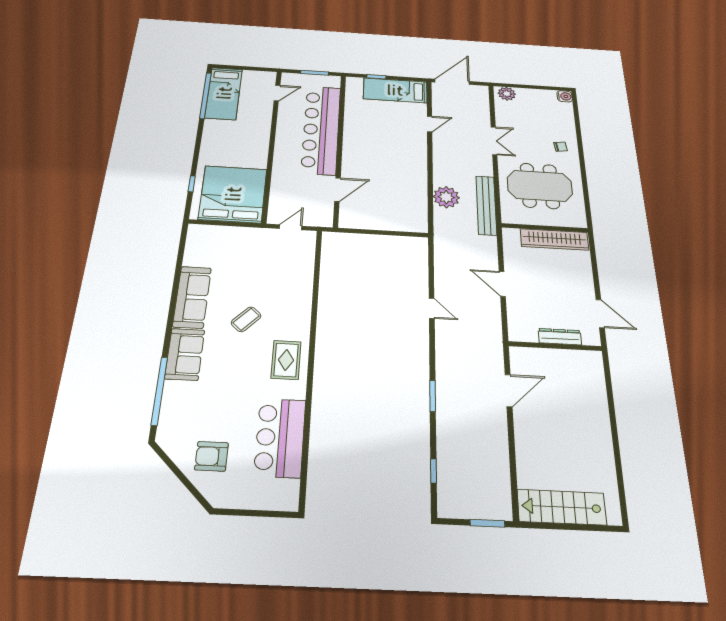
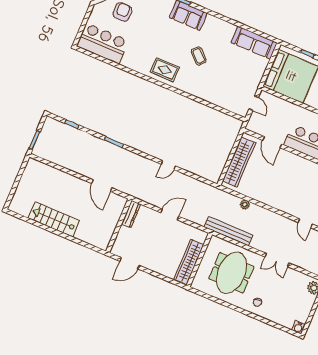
plant: (446, 197) -> (245, 205), width x0.53, depth x0.53
wardrobe: (384, 221) -> (239, 162), added
sofa: (192, 297) -> (254, 43), moved
dresser: (560, 337) -> (131, 214), moved
bar counter: (280, 438) -> (103, 43), moved
stairs: (562, 507) -> (54, 219), moved, turned -90

